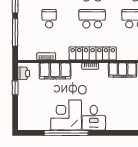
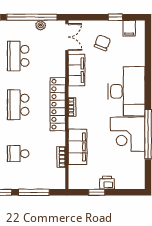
printer: (24, 73) -> (107, 183), moved
desk: (94, 118) -> (126, 91), width x1.87, depth x1.30

